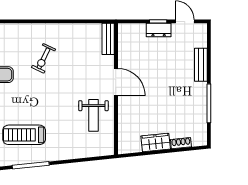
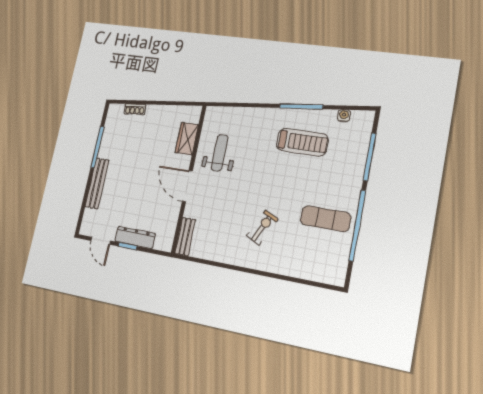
dresser: (159, 30) -> (135, 237), width x1.44
bench: (201, 65) -> (97, 183), width x1.36
wardrobe: (156, 142) -> (187, 139), moved, turned 96

